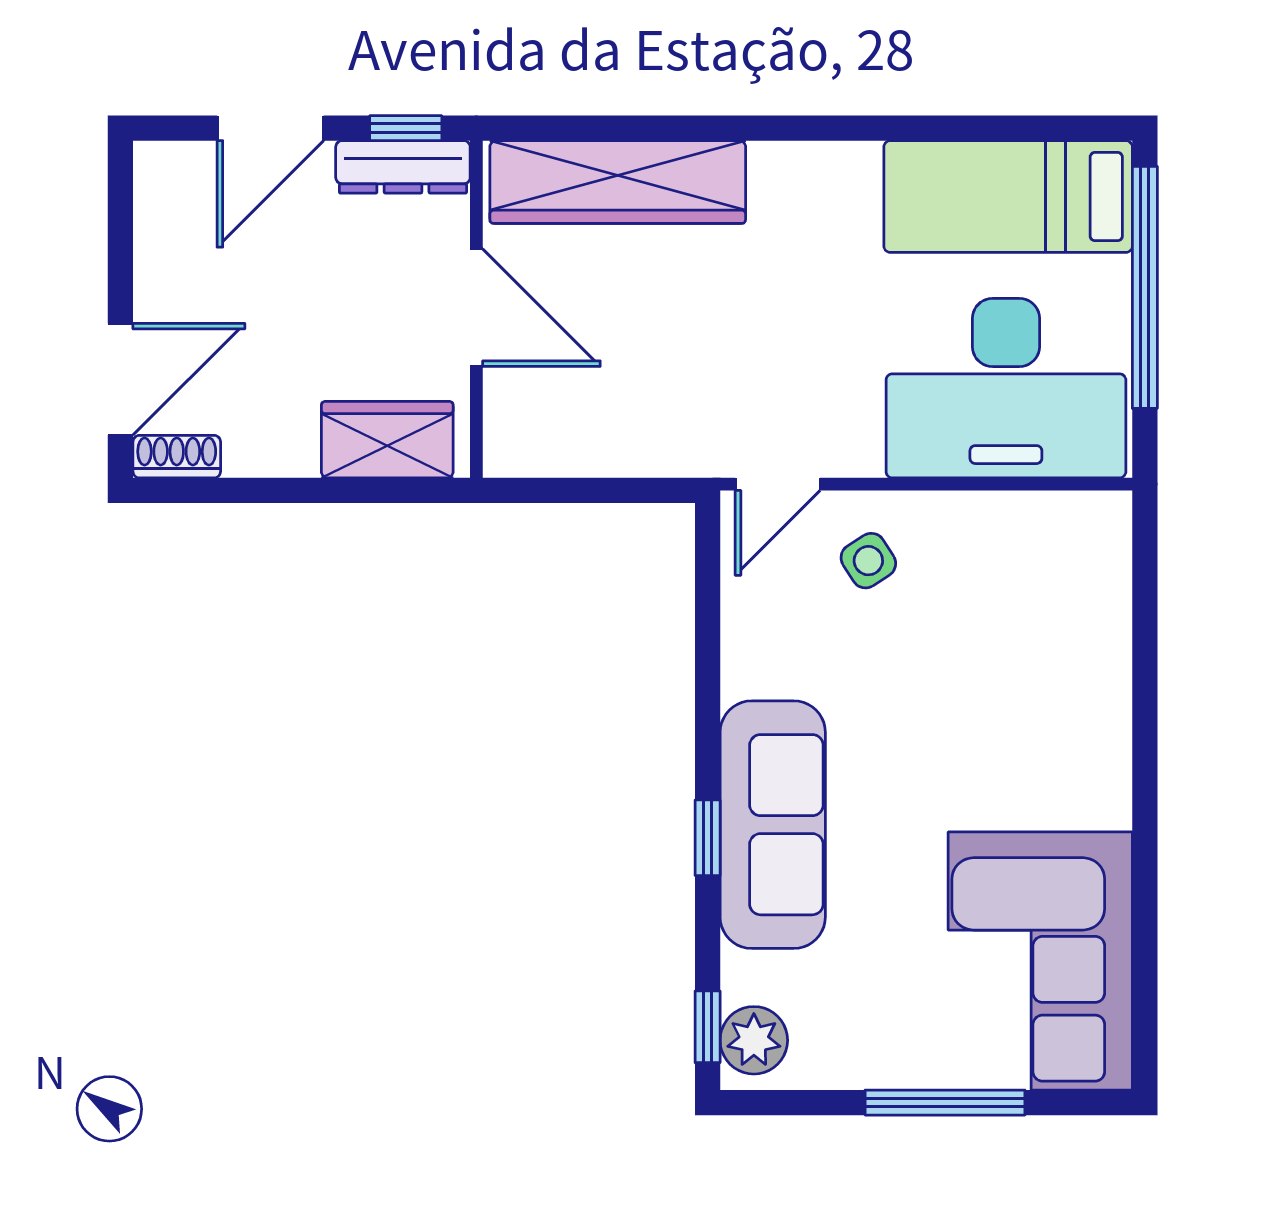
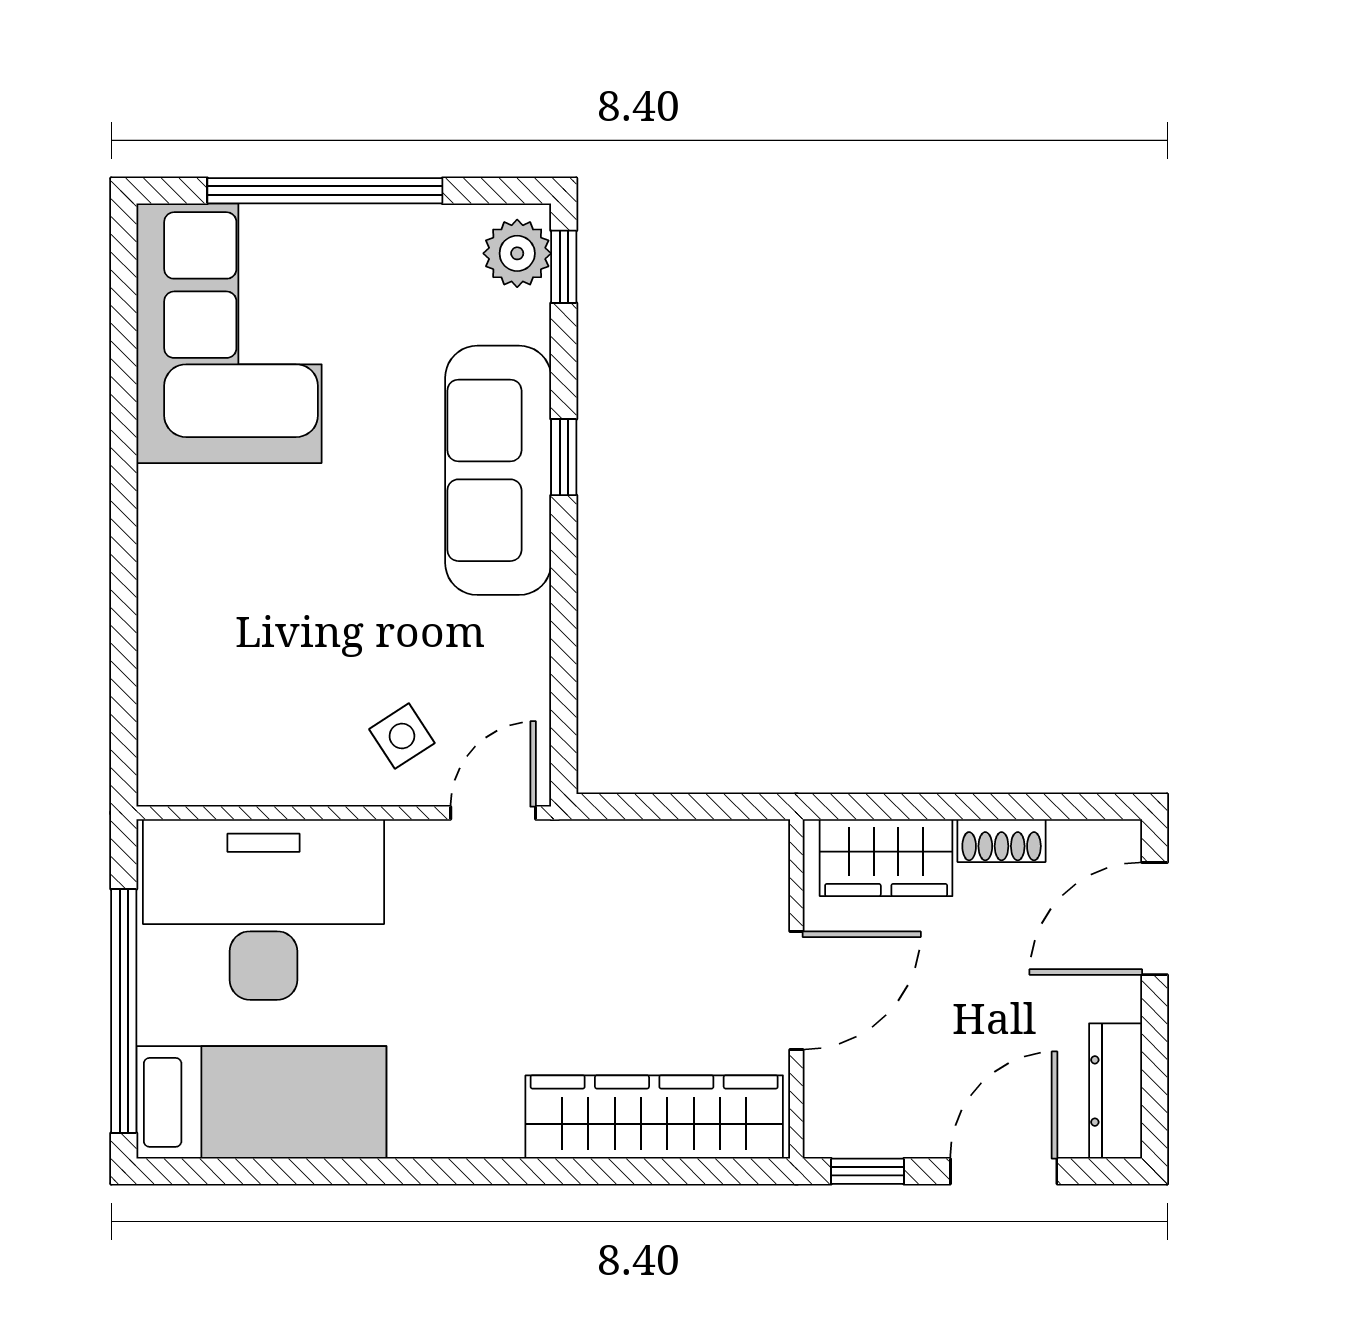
dresser: (403, 167) -> (1116, 1091), moved, turned -90
door: (476, 308) -> (796, 990), swing flipped
shoe rack: (177, 457) -> (1002, 841), moved
window: (945, 1103) -> (325, 191), width x1.46

